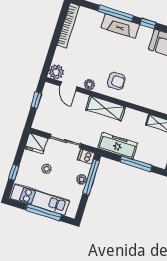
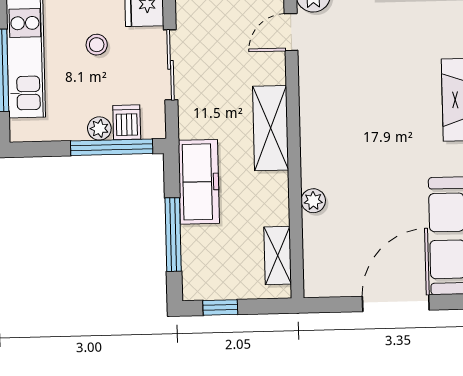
armchair: (116, 81) -> (338, 131), removed
plant: (89, 85) -> (313, 201), moved
dishwasher: (86, 156) -> (127, 122), moved

